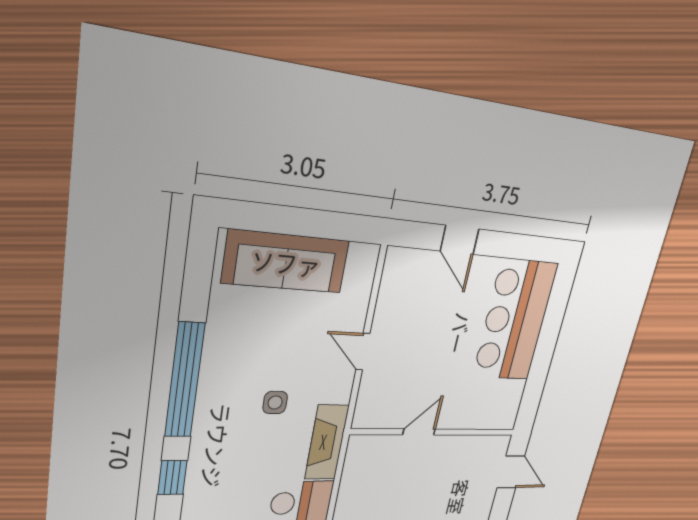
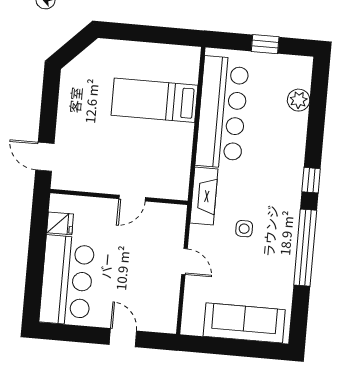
fridge: (509, 394) -> (60, 223), added

